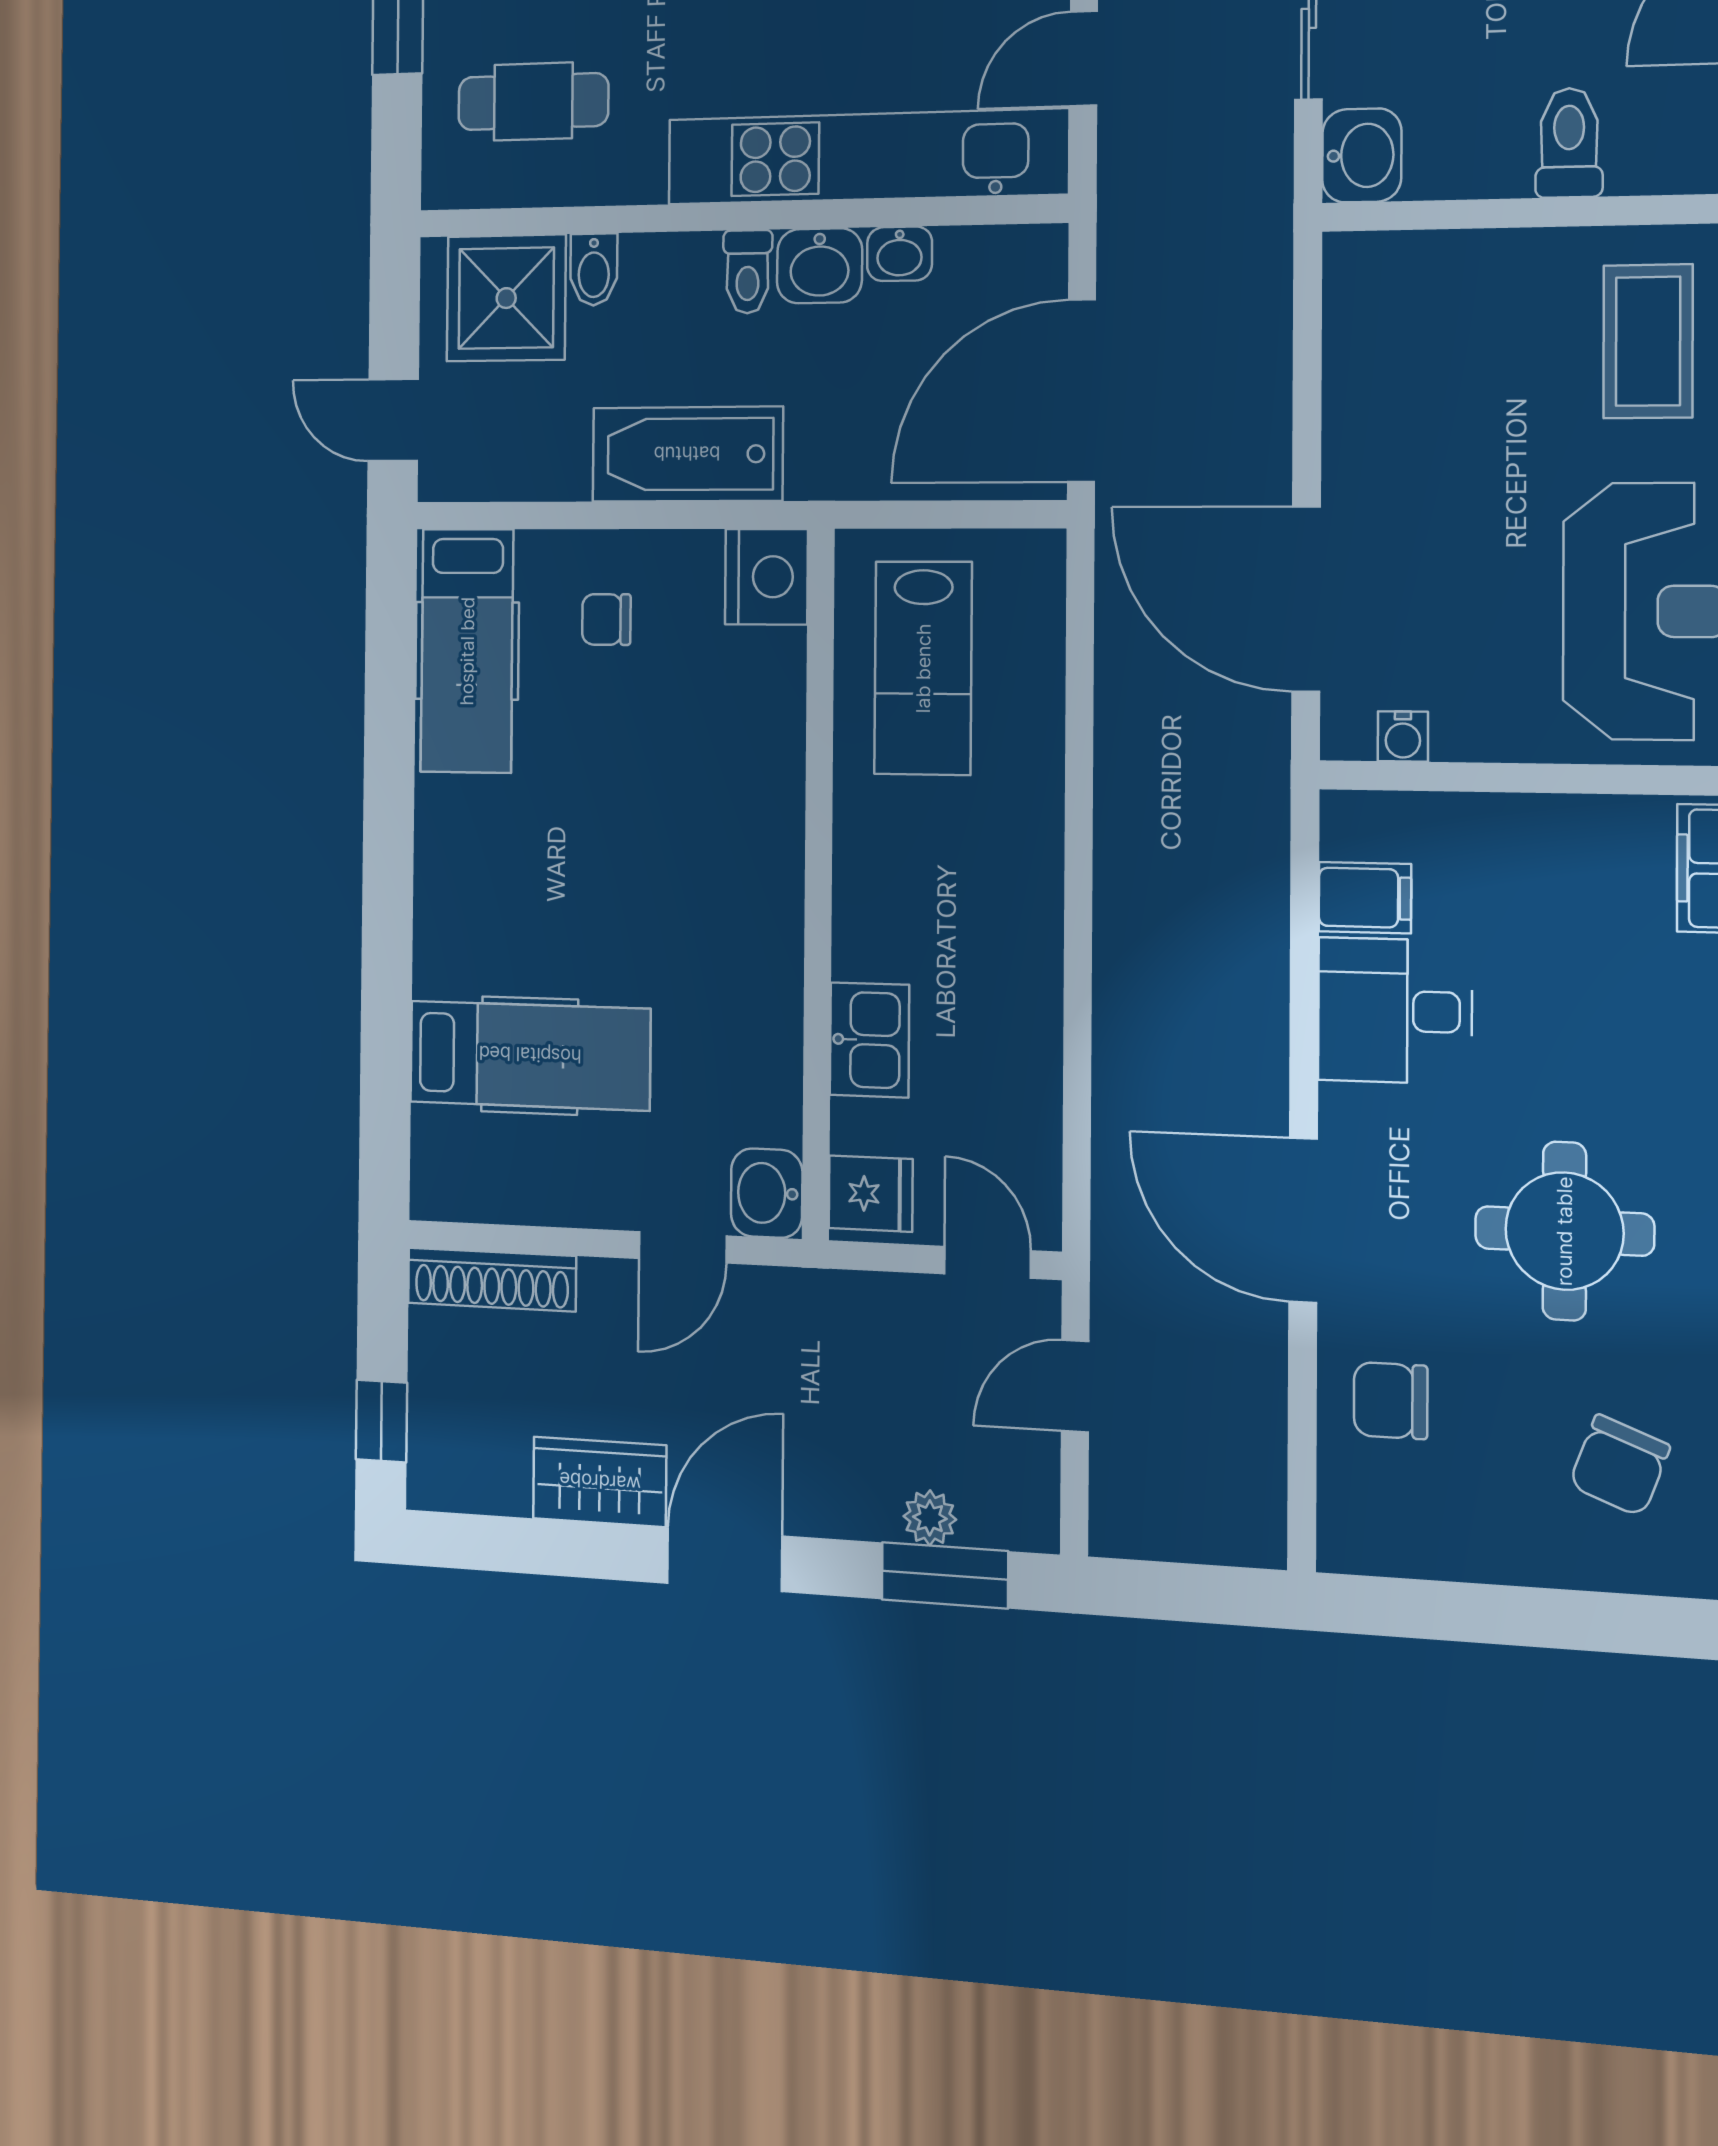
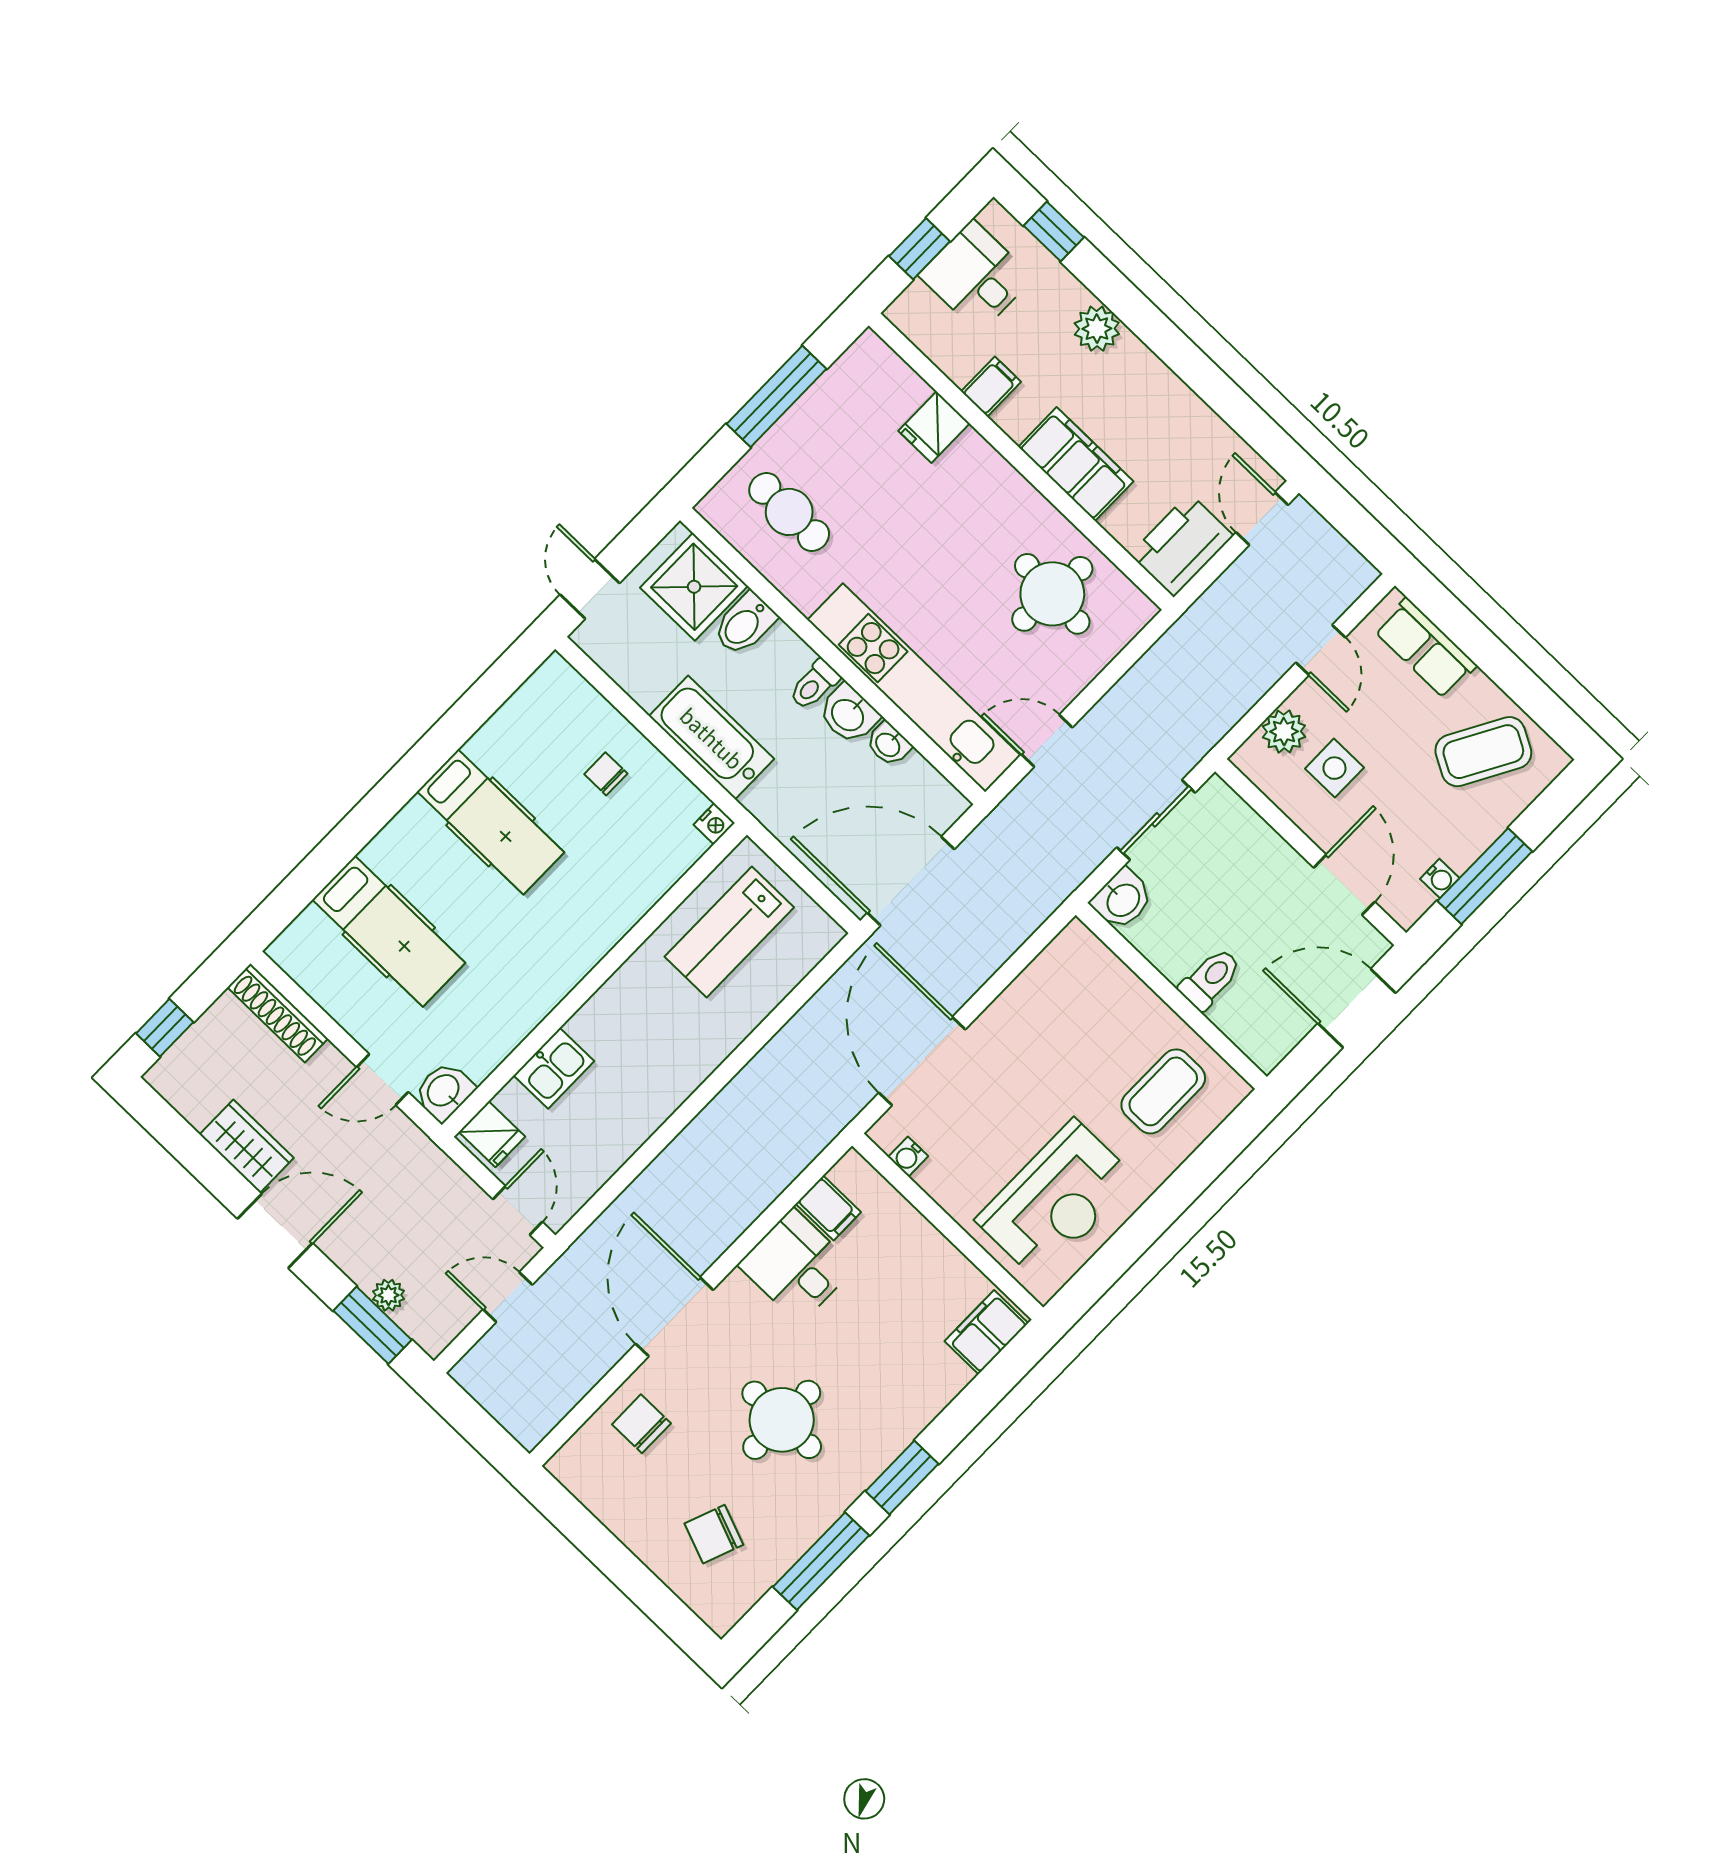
bidet: (594, 270) -> (745, 624), width x1.38, depth x1.36
nightstand: (766, 577) -> (714, 824), width x0.53, depth x0.56
hospital bed: (467, 651) -> (491, 822), moved, turned -90

